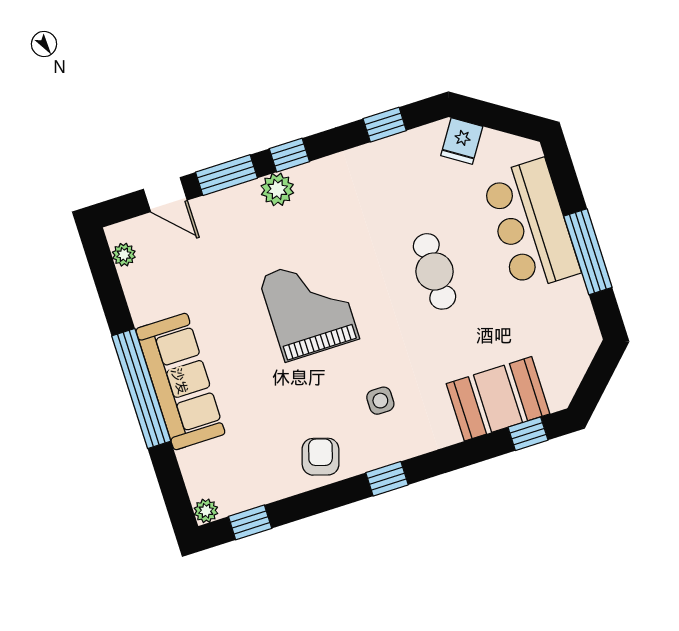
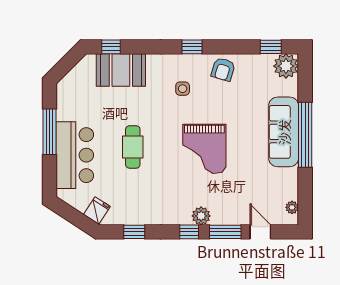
plant: (206, 511) -> (286, 66), width x1.88, depth x1.88

